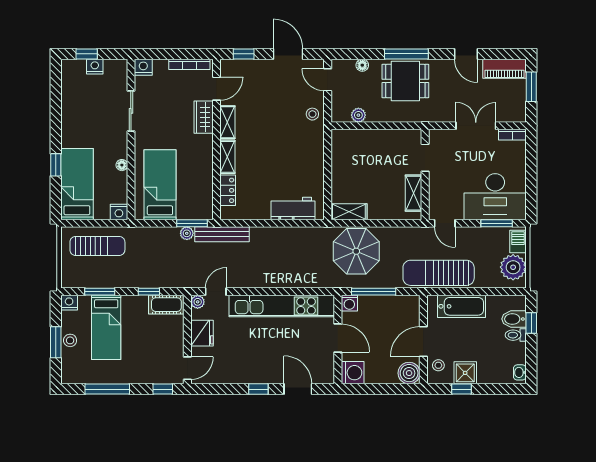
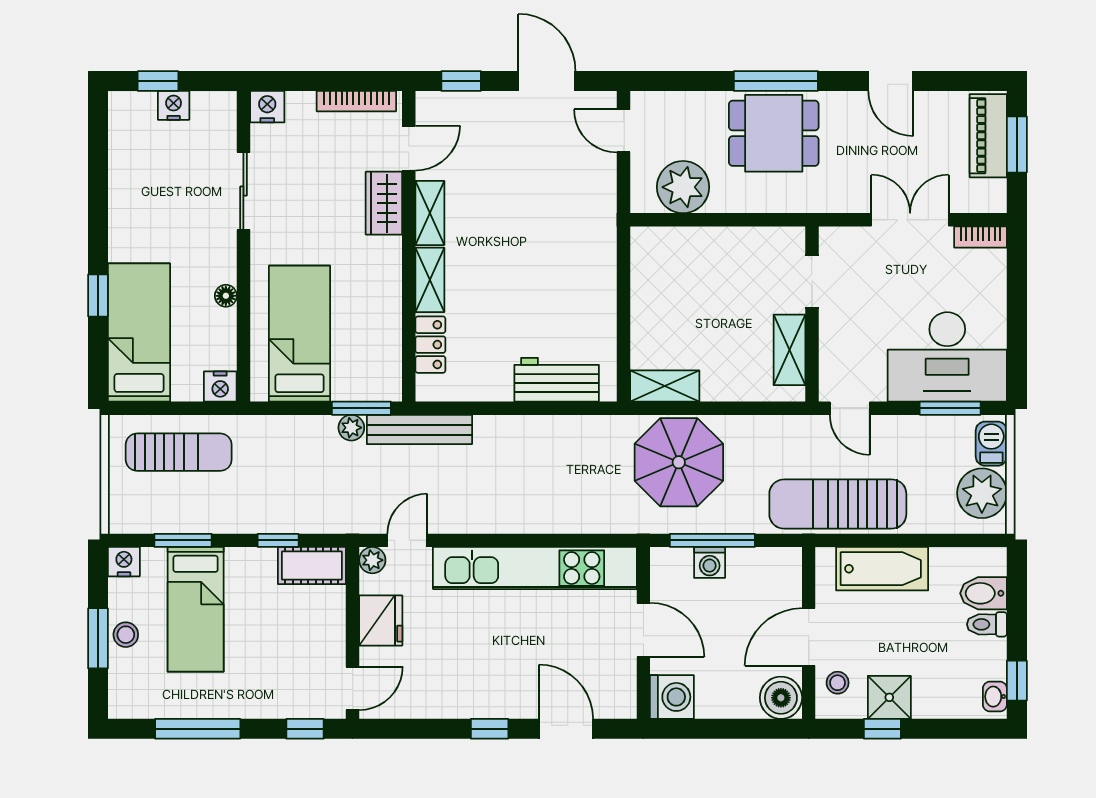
floor lamp: (362, 65) -> (690, 103), removed
piano: (504, 69) -> (988, 136), moved, turned 90
stool: (312, 114) -> (594, 197), removed
plant: (358, 115) -> (683, 187), width x1.88, depth x1.88
washing machine: (349, 303) -> (710, 562), moved
window: (531, 323) -> (1017, 681), moved

